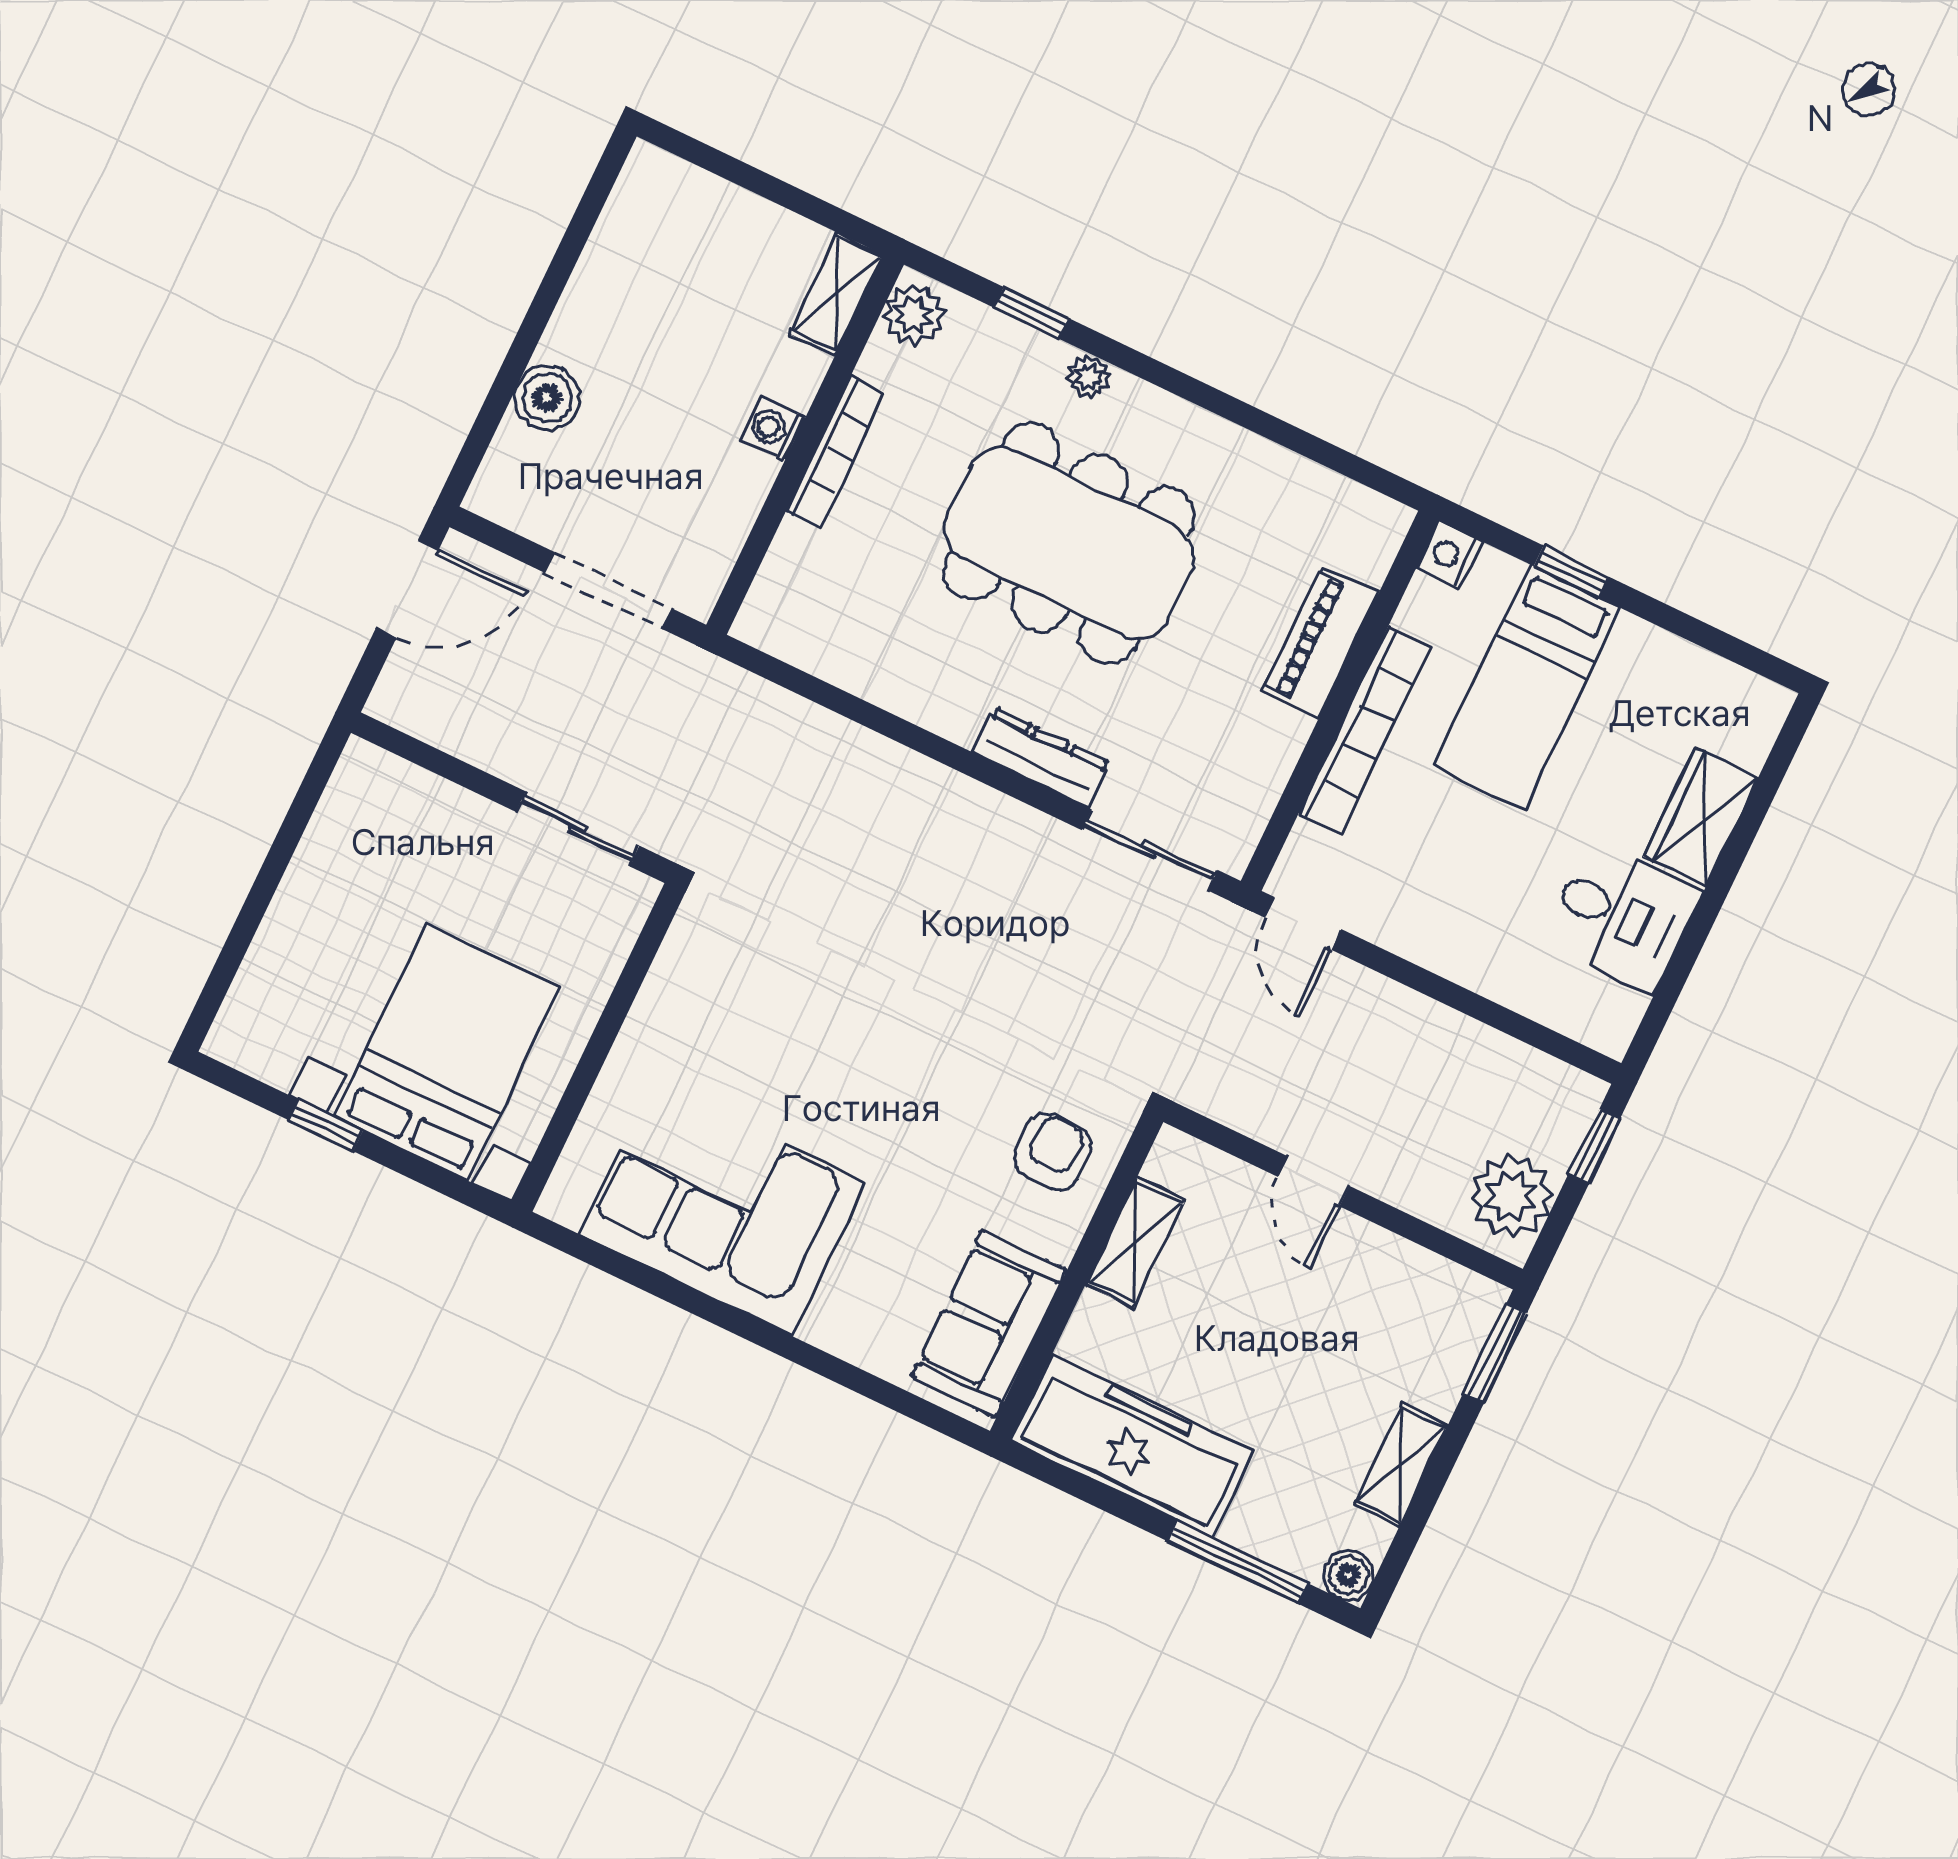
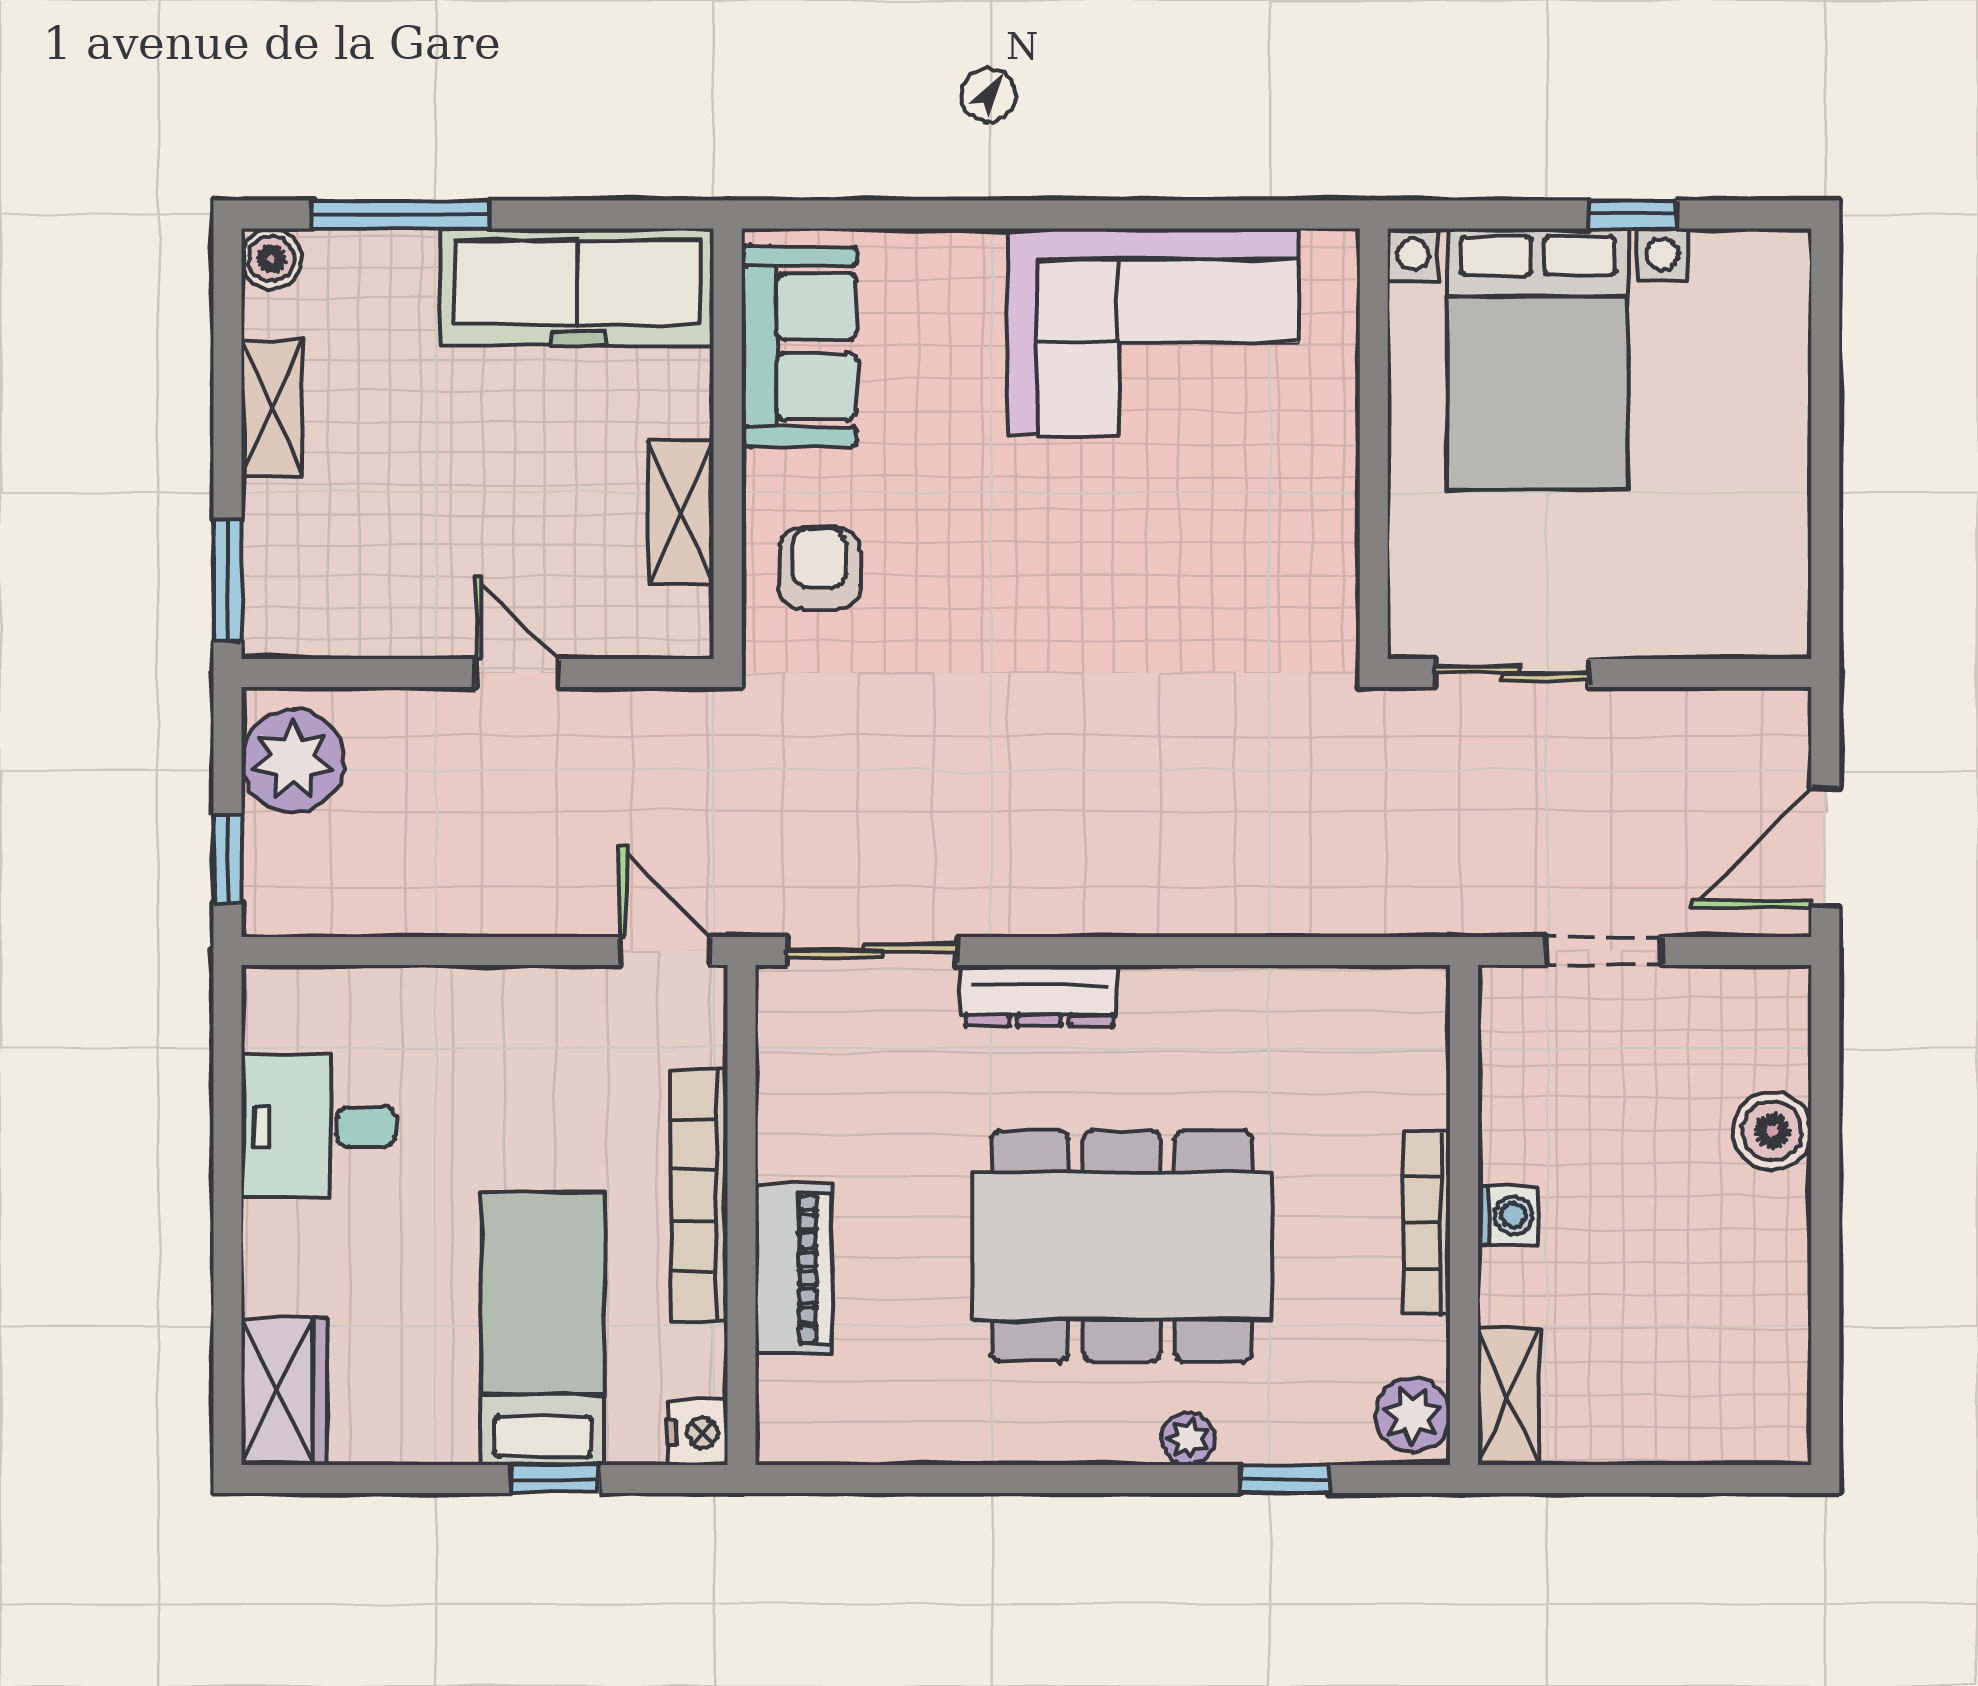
doorway: (608, 591) -> (1603, 951), width x0.73
wardrobe: (1701, 817) -> (284, 1392), moved
armchair: (1053, 1152) -> (819, 568), turned 180

